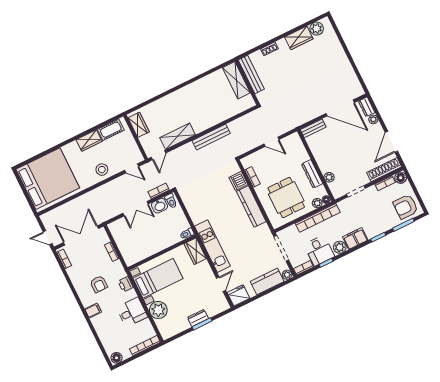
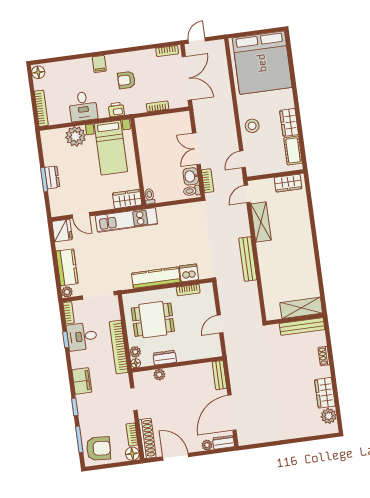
door: (158, 155) -> (247, 194), hinge flipped
dresser: (312, 174) -> (165, 358), width x0.70
armchair: (406, 207) -> (98, 448), turned 94
plant: (340, 247) -> (78, 360), removed

